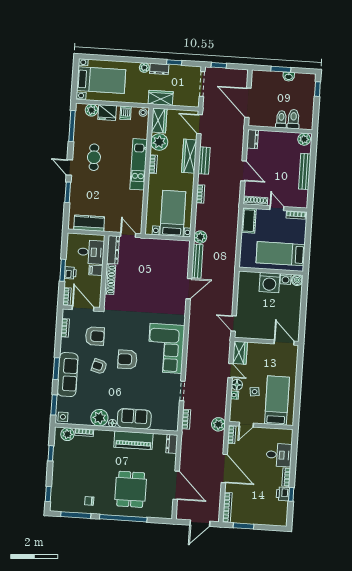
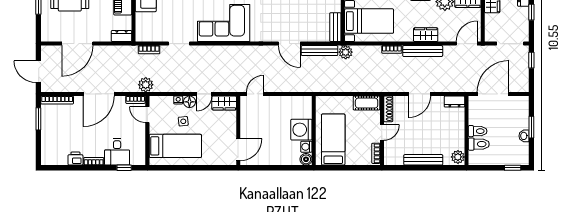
wardrobe: (189, 156) -> (426, 35), width x0.67
bench: (204, 161) -> (423, 51), width x1.36
bench: (176, 245) -> (335, 27), added
window: (291, 494) -> (124, 168), moved

